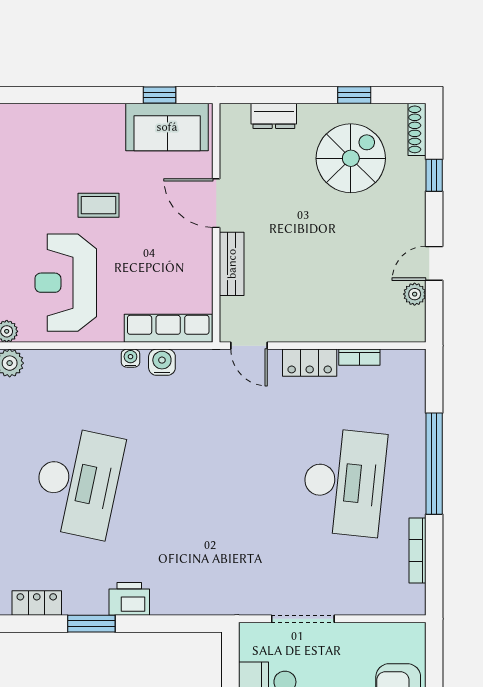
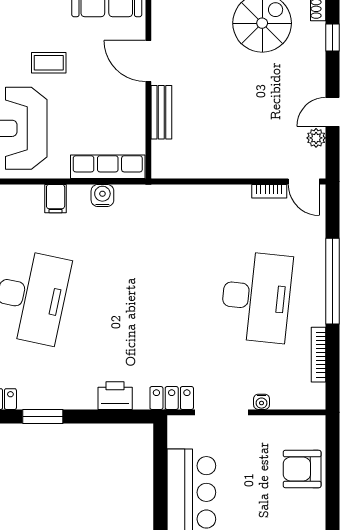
door: (249, 346) -> (304, 182), moved
water cooler: (130, 358) -> (262, 402), moved, turned 180
locker: (310, 363) -> (172, 398), moved, turned 180
filing cabinet: (106, 366) -> (56, 199), added
printer: (129, 599) -> (115, 396), moved

